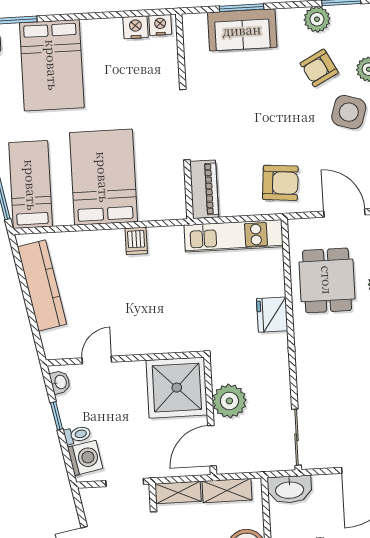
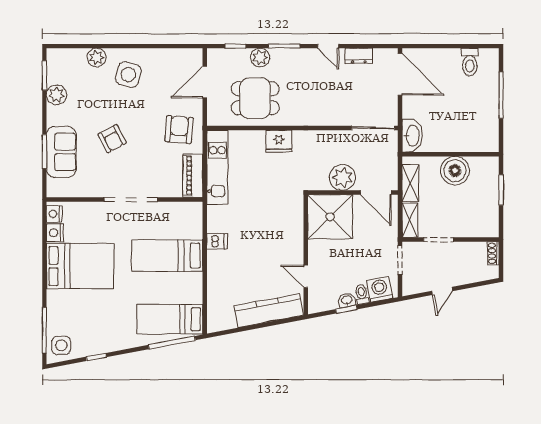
bed: (52, 65) -> (80, 266), moved
armchair: (319, 68) -> (112, 139), moved
bed: (103, 177) -> (167, 256), width x0.67
piano: (204, 189) -> (193, 176), moved, turned -90
kitchen counter: (42, 285) -> (269, 311), moved
washbasin: (60, 382) -> (347, 300), moved

